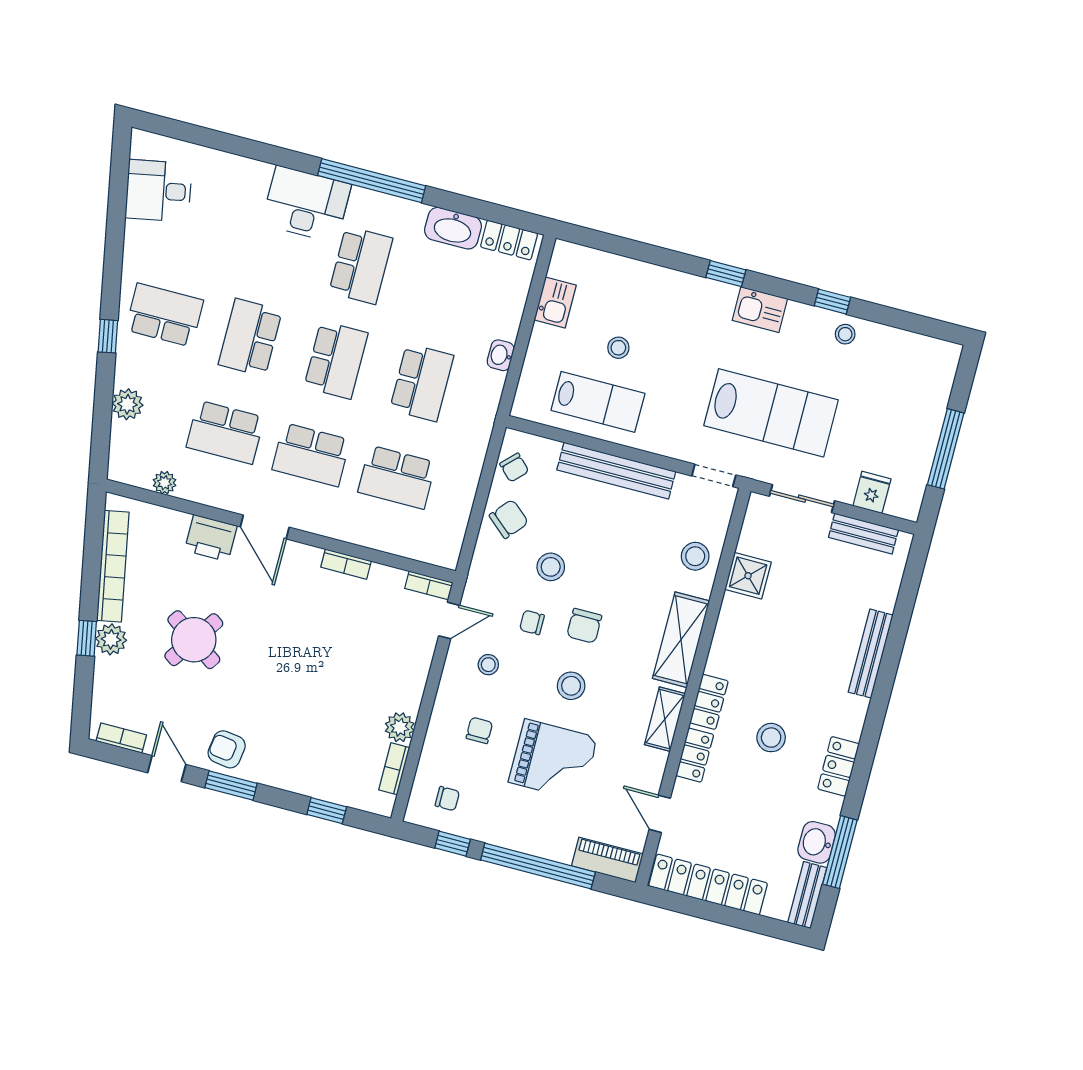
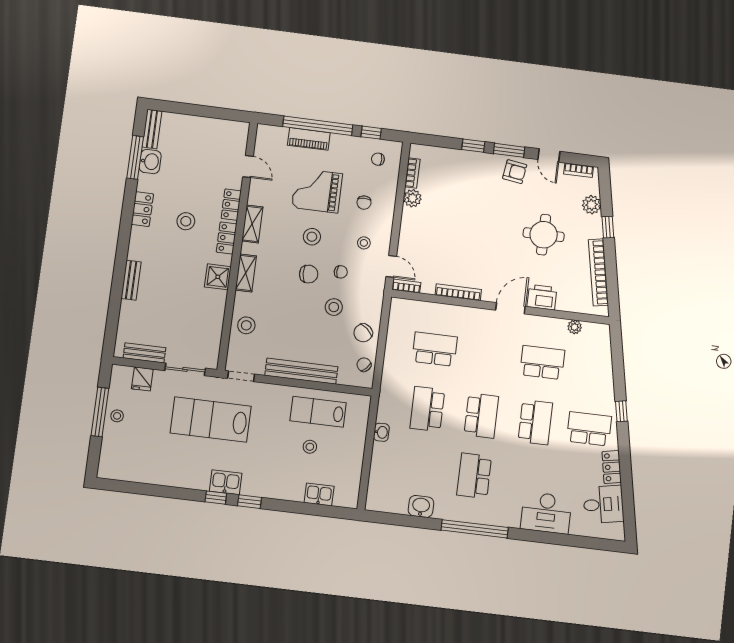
desk: (306, 204) -> (546, 513), moved
washbasin: (453, 228) -> (421, 506), width x0.72
locker: (509, 240) -> (612, 467), moved, turned -101
kitchen sink: (555, 302) -> (319, 494), moved, turned 90
window: (832, 302) -> (216, 498), moved
school desk: (164, 315) -> (589, 429), turned 180
stool: (845, 334) -> (117, 416), moved
school desk: (336, 360) -> (481, 416), turned 180
plant: (127, 404) -> (604, 371), removed
school desk: (311, 455) -> (488, 356), removed
door: (265, 527) -> (510, 308), hinge flipped
bookcase: (346, 564) -> (458, 292), width x1.56
shower: (748, 576) -> (218, 277), moved
door: (449, 621) -> (391, 266), swing flipped
chair: (584, 626) -> (309, 274), turned 86
plant: (111, 639) -> (592, 205), moved
round table: (194, 640) -> (544, 235), turned -35
shelving: (681, 640) -> (246, 273), width x0.67, depth x0.75
bench: (871, 654) -> (131, 280), width x0.73
window: (327, 811) -> (473, 146), moved
piano: (607, 860) -> (309, 139), moved
locker: (708, 885) -> (213, 128), removed

